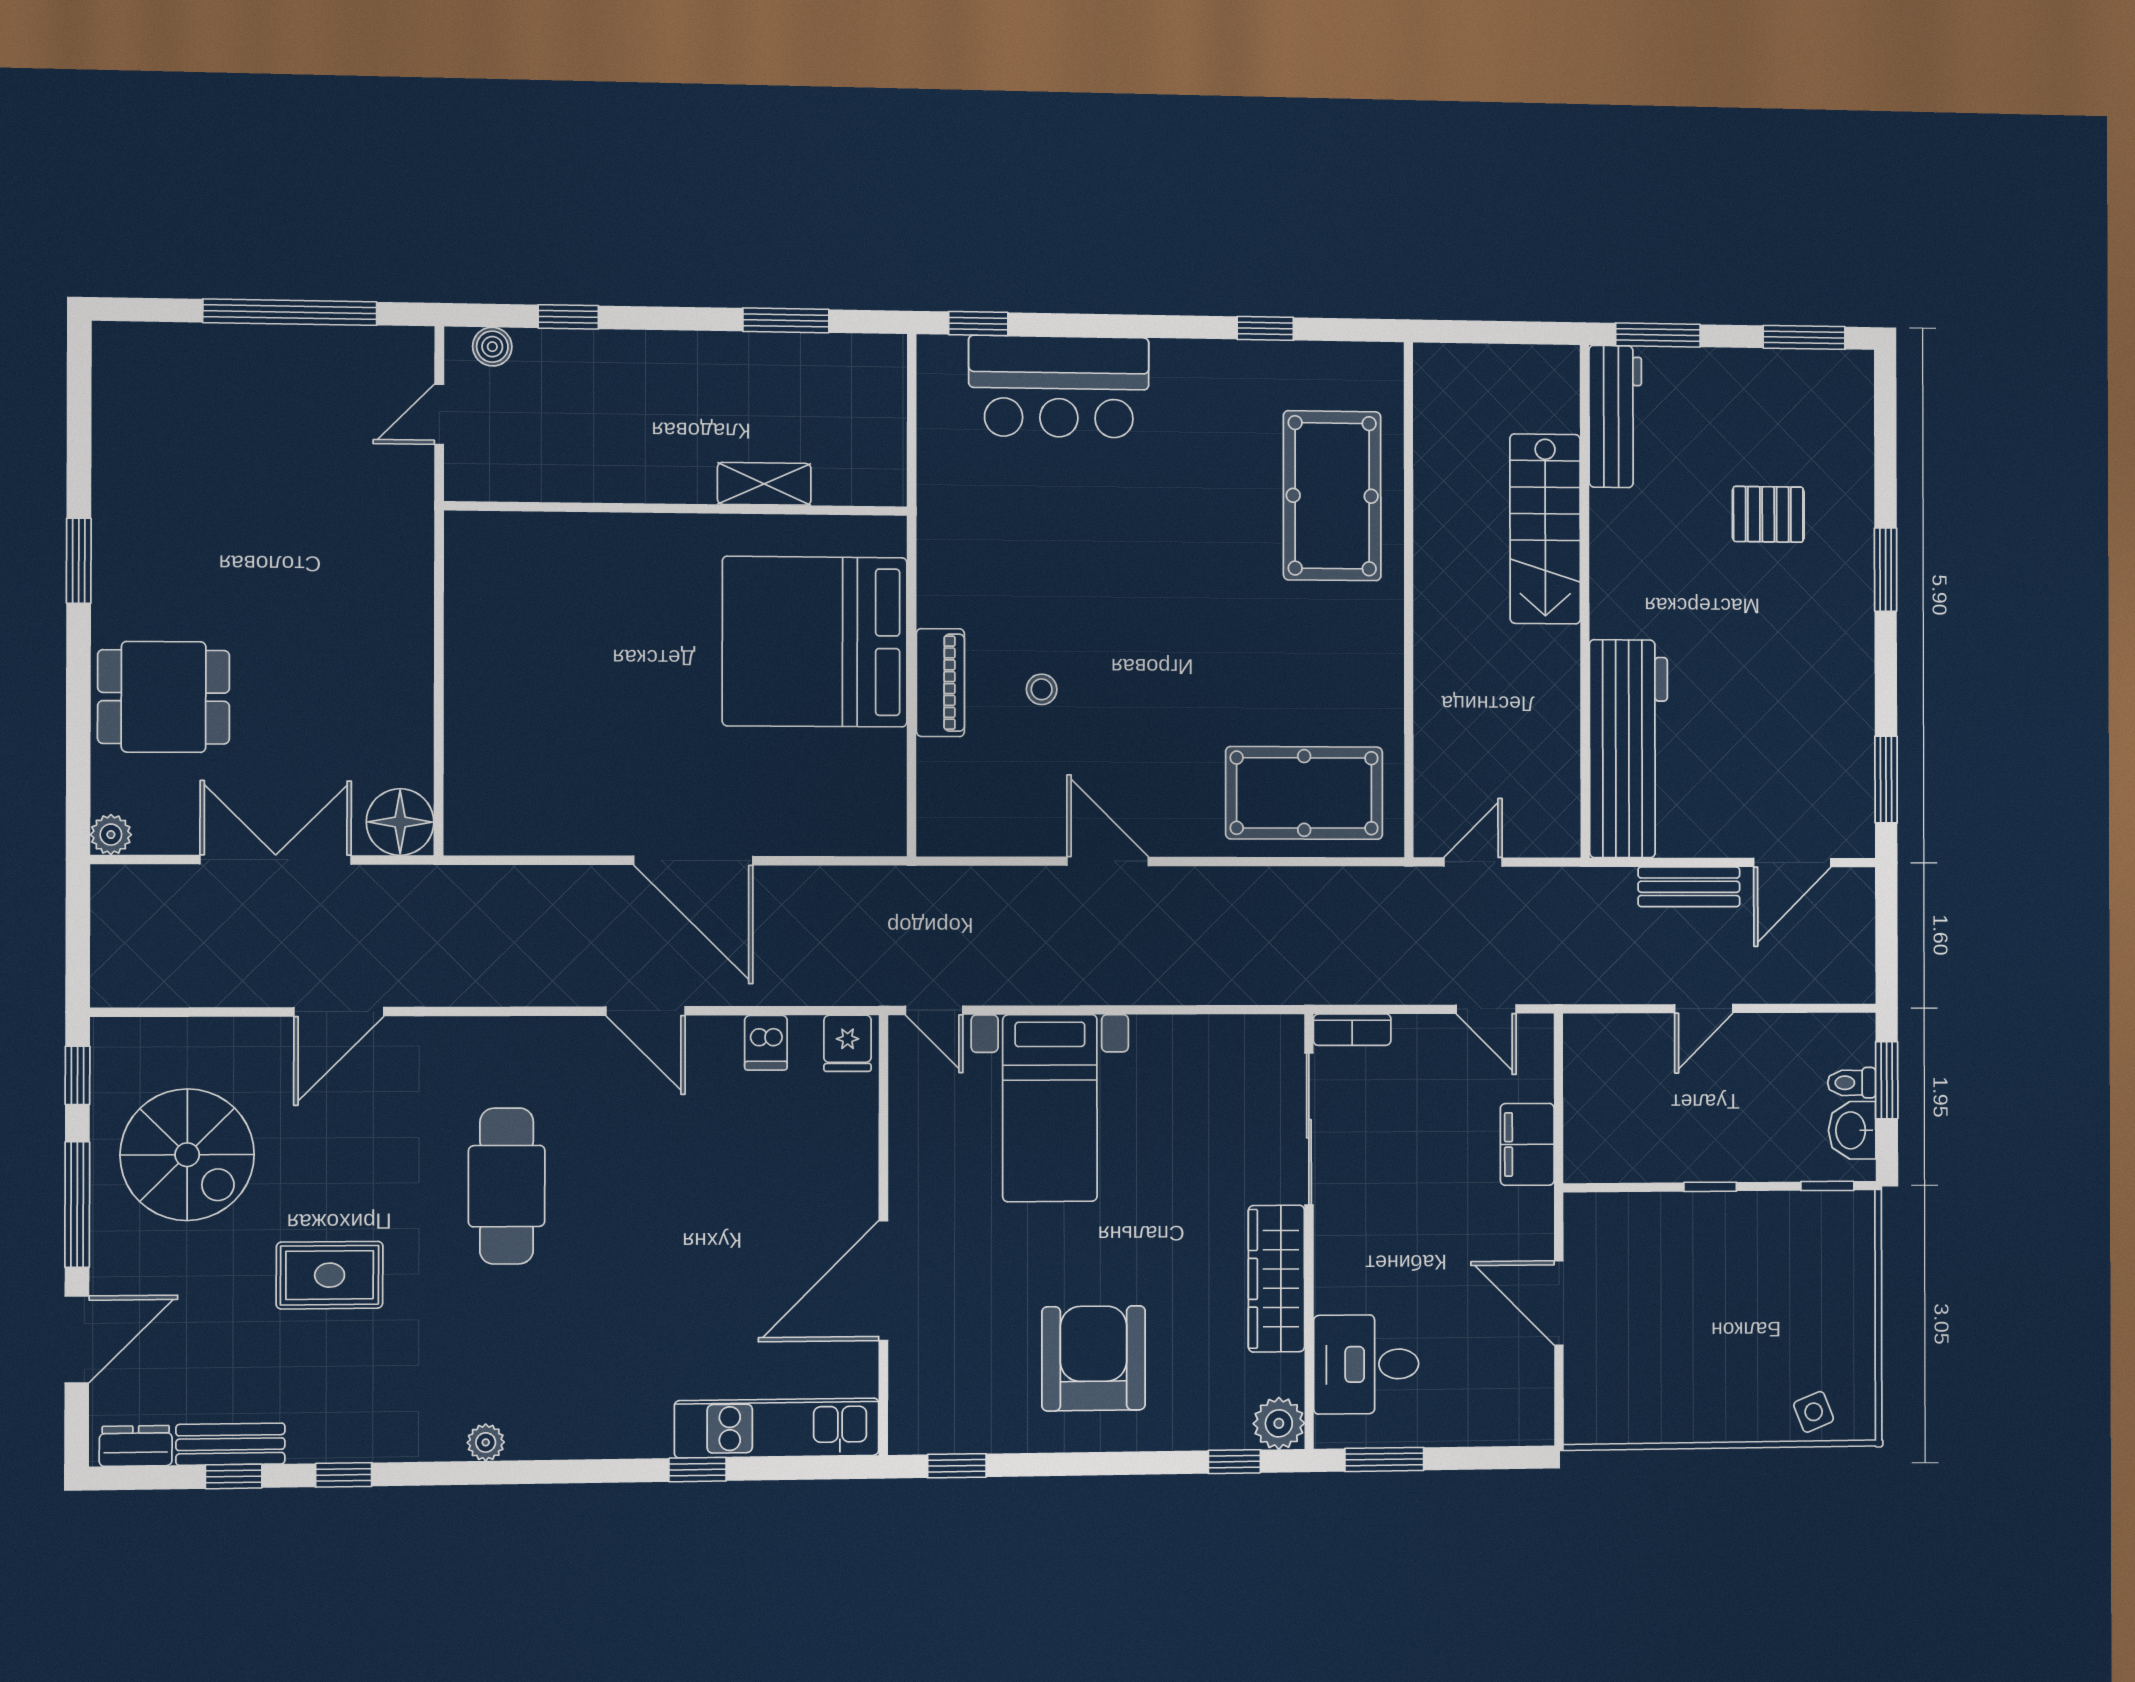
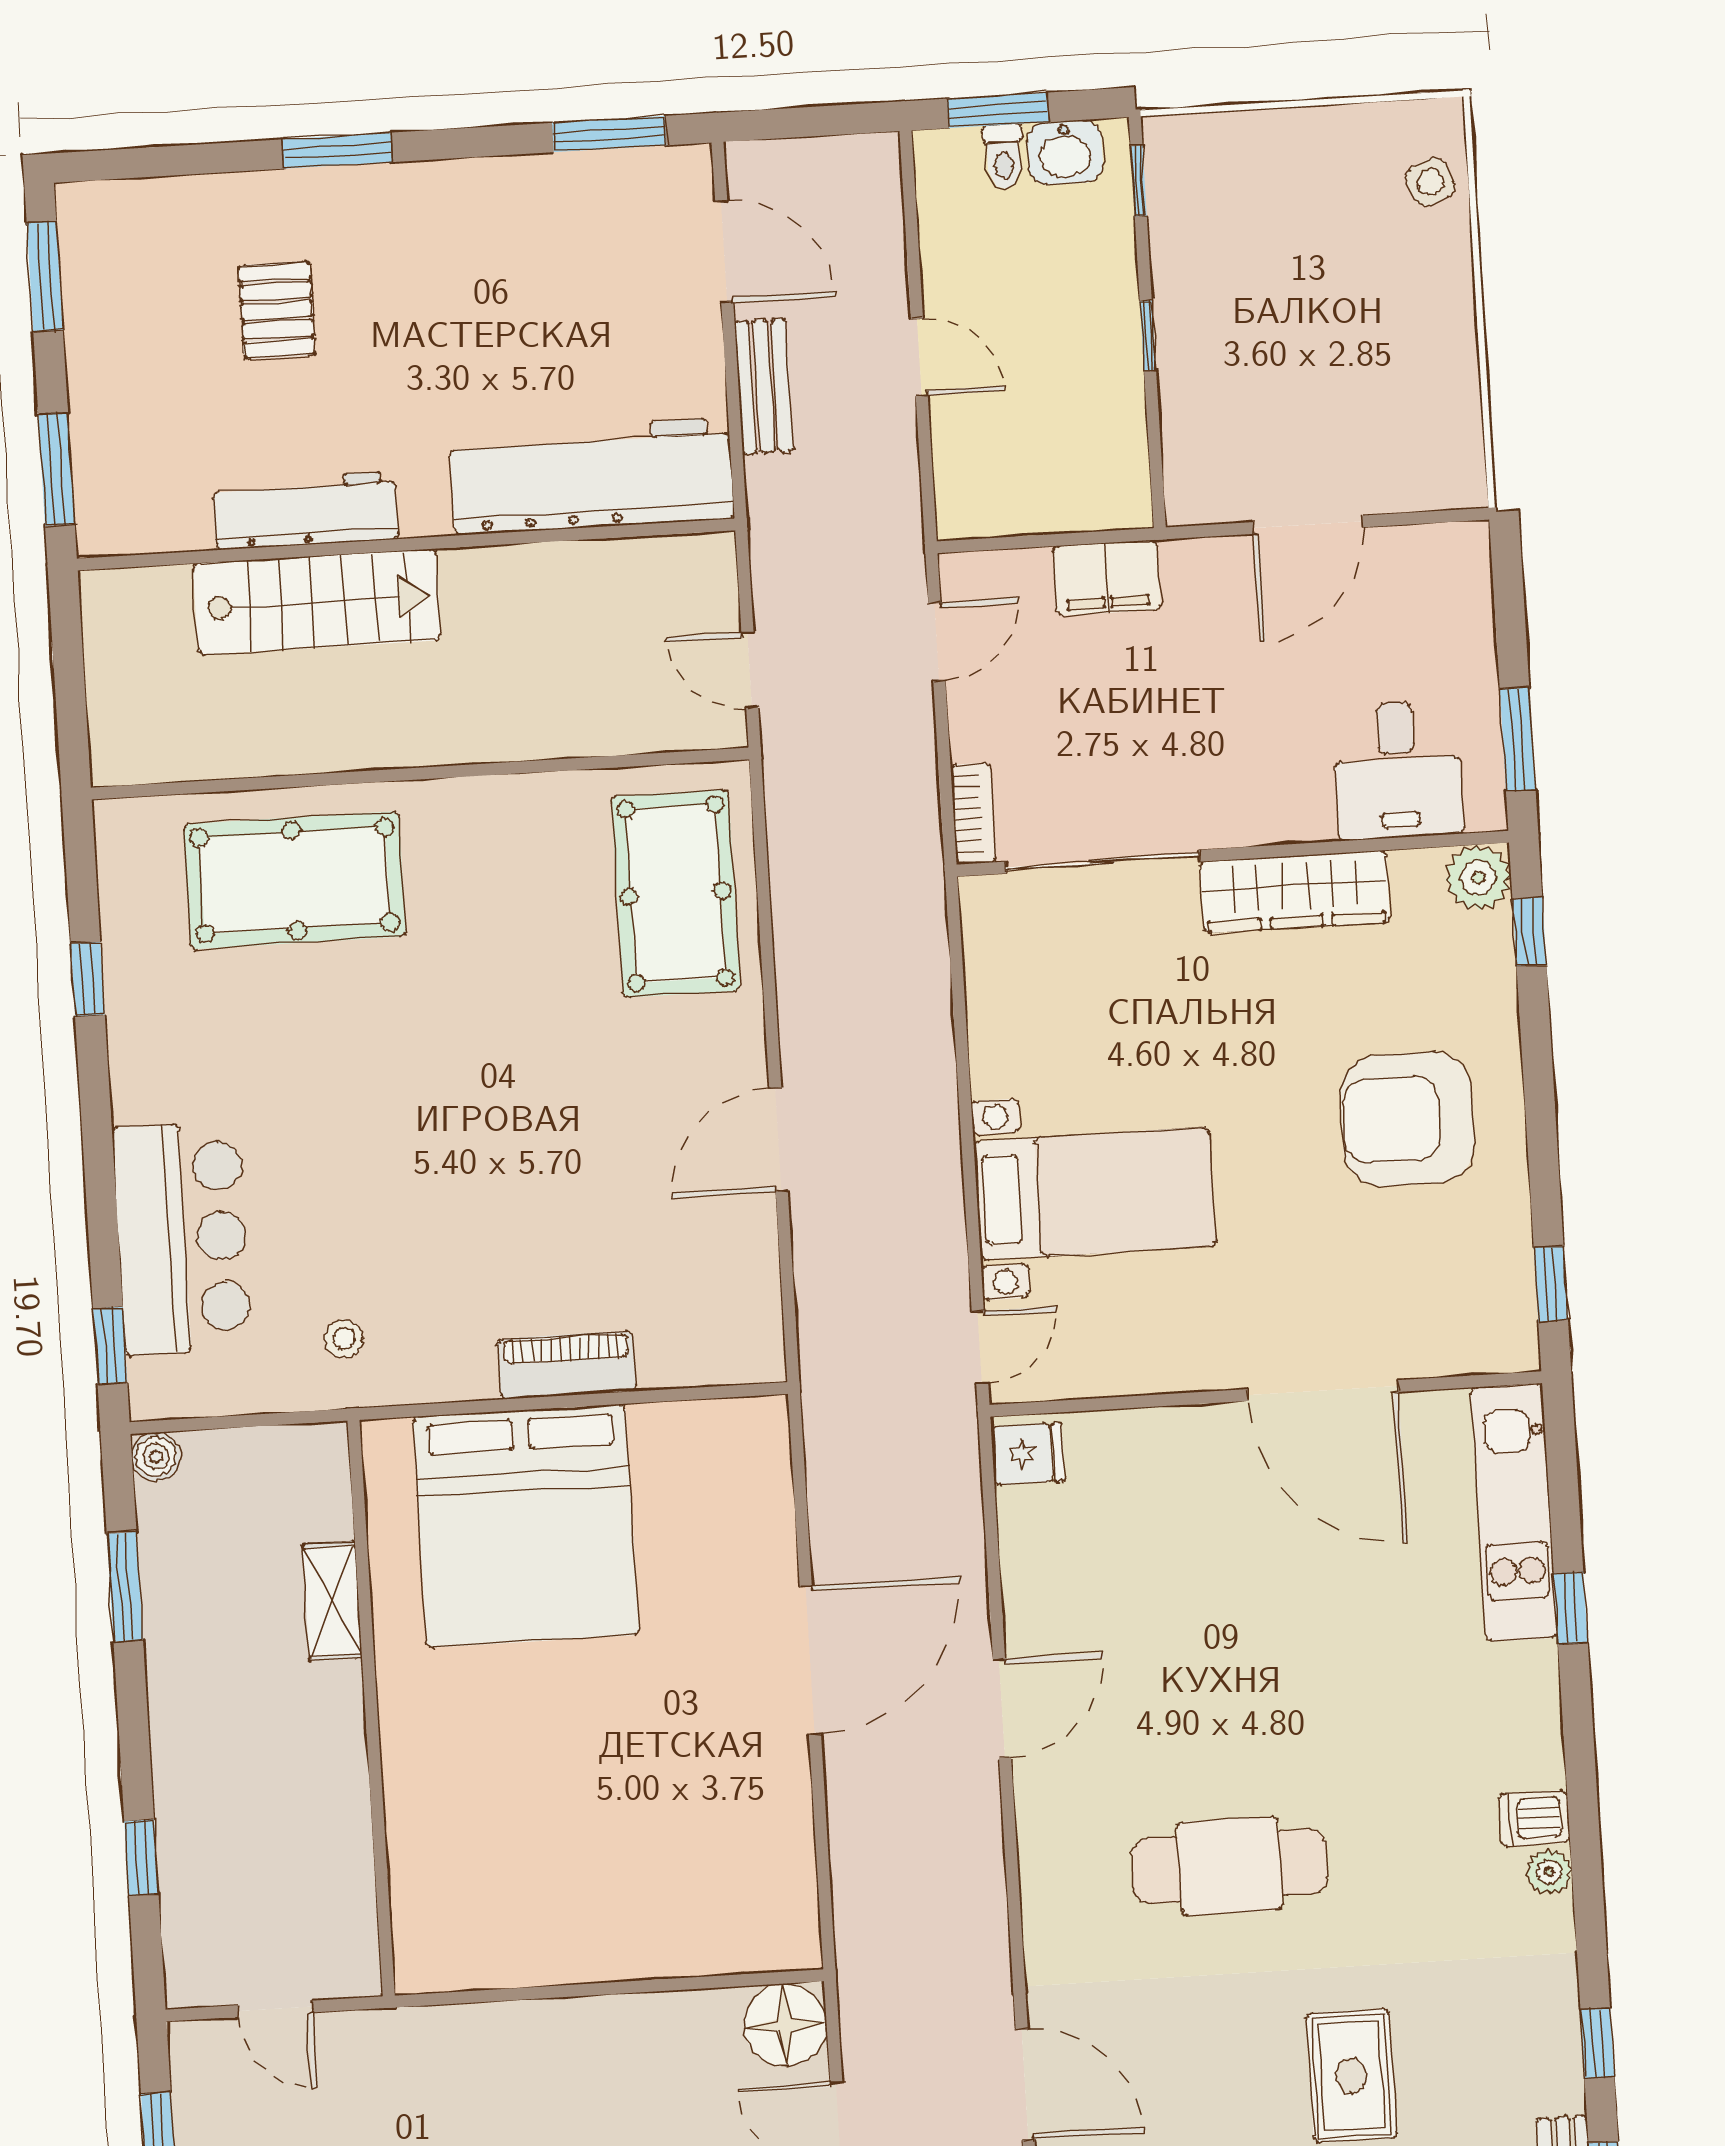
boiler: (492, 347) -> (156, 1457), moved
workbench: (1615, 417) -> (305, 510), moved
stool: (1042, 689) -> (344, 1339), moved
dishwasher: (766, 1043) -> (1535, 1818), moved, turned 180

